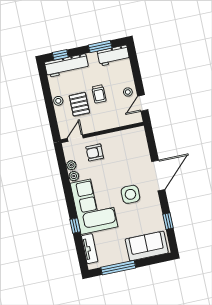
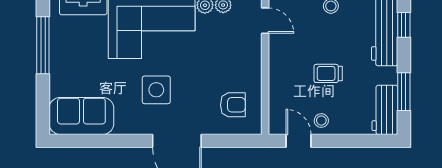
pallet: (79, 104) -> (318, 39), removed
armchair: (95, 152) -> (233, 105), moved, turned 90
window: (168, 221) -> (100, 141), removed
sofa: (147, 246) -> (81, 116), moved, turned -90

